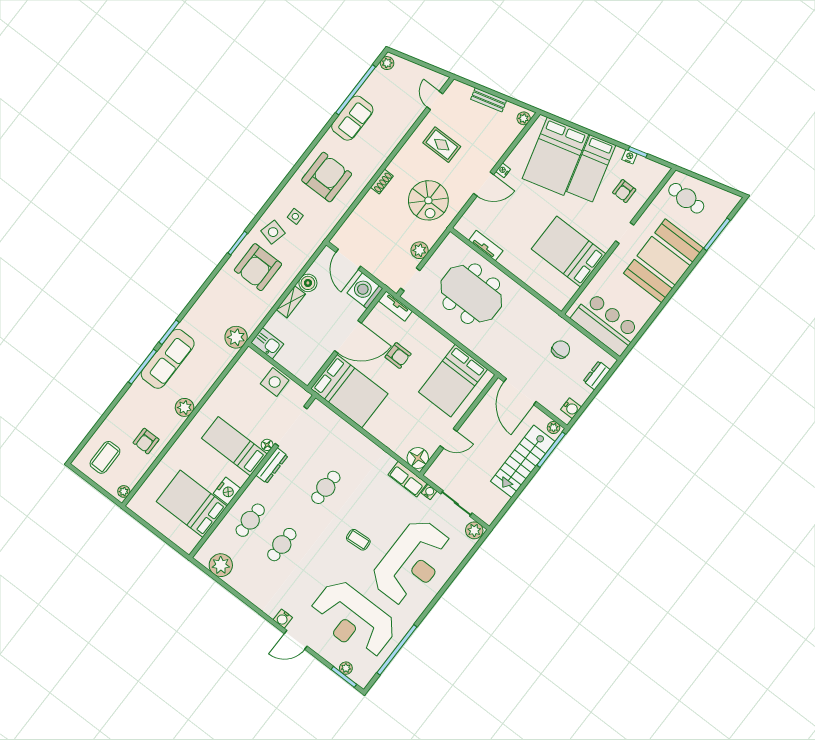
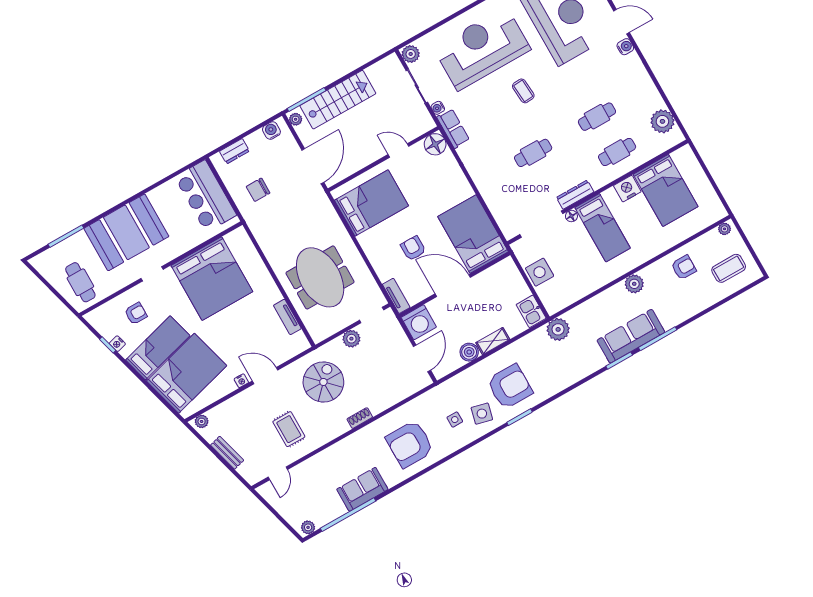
bed: (569, 252) -> (212, 279), width x1.36

